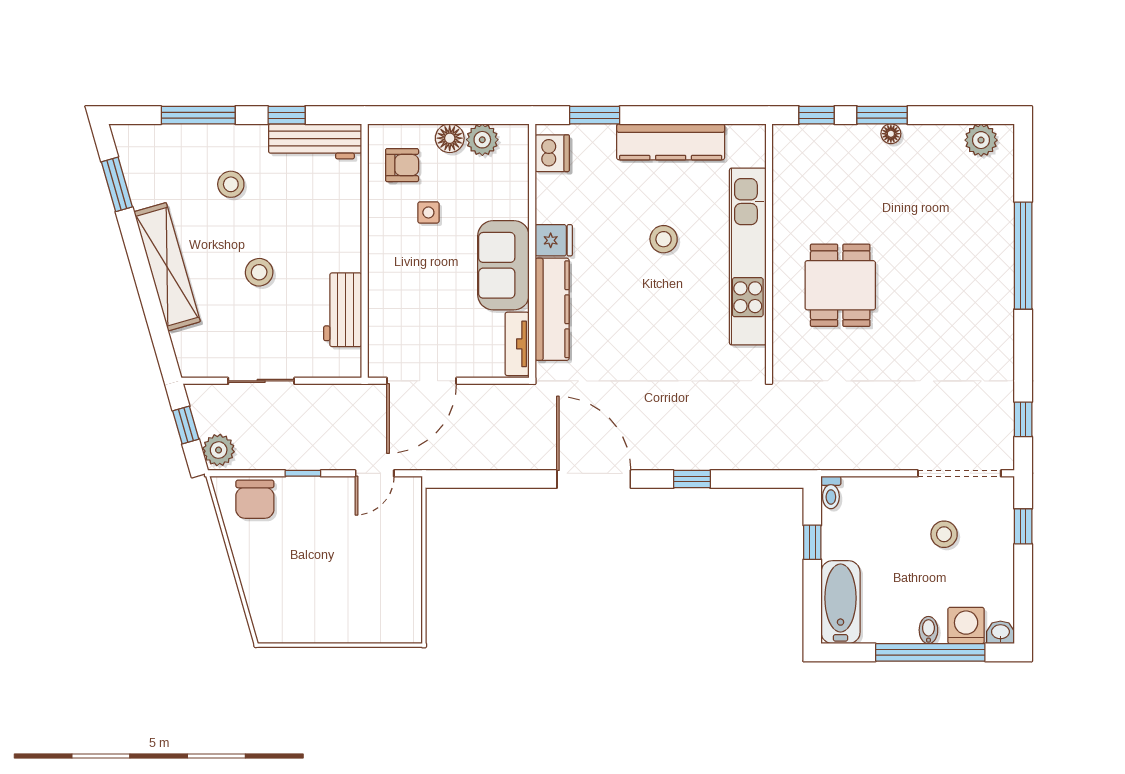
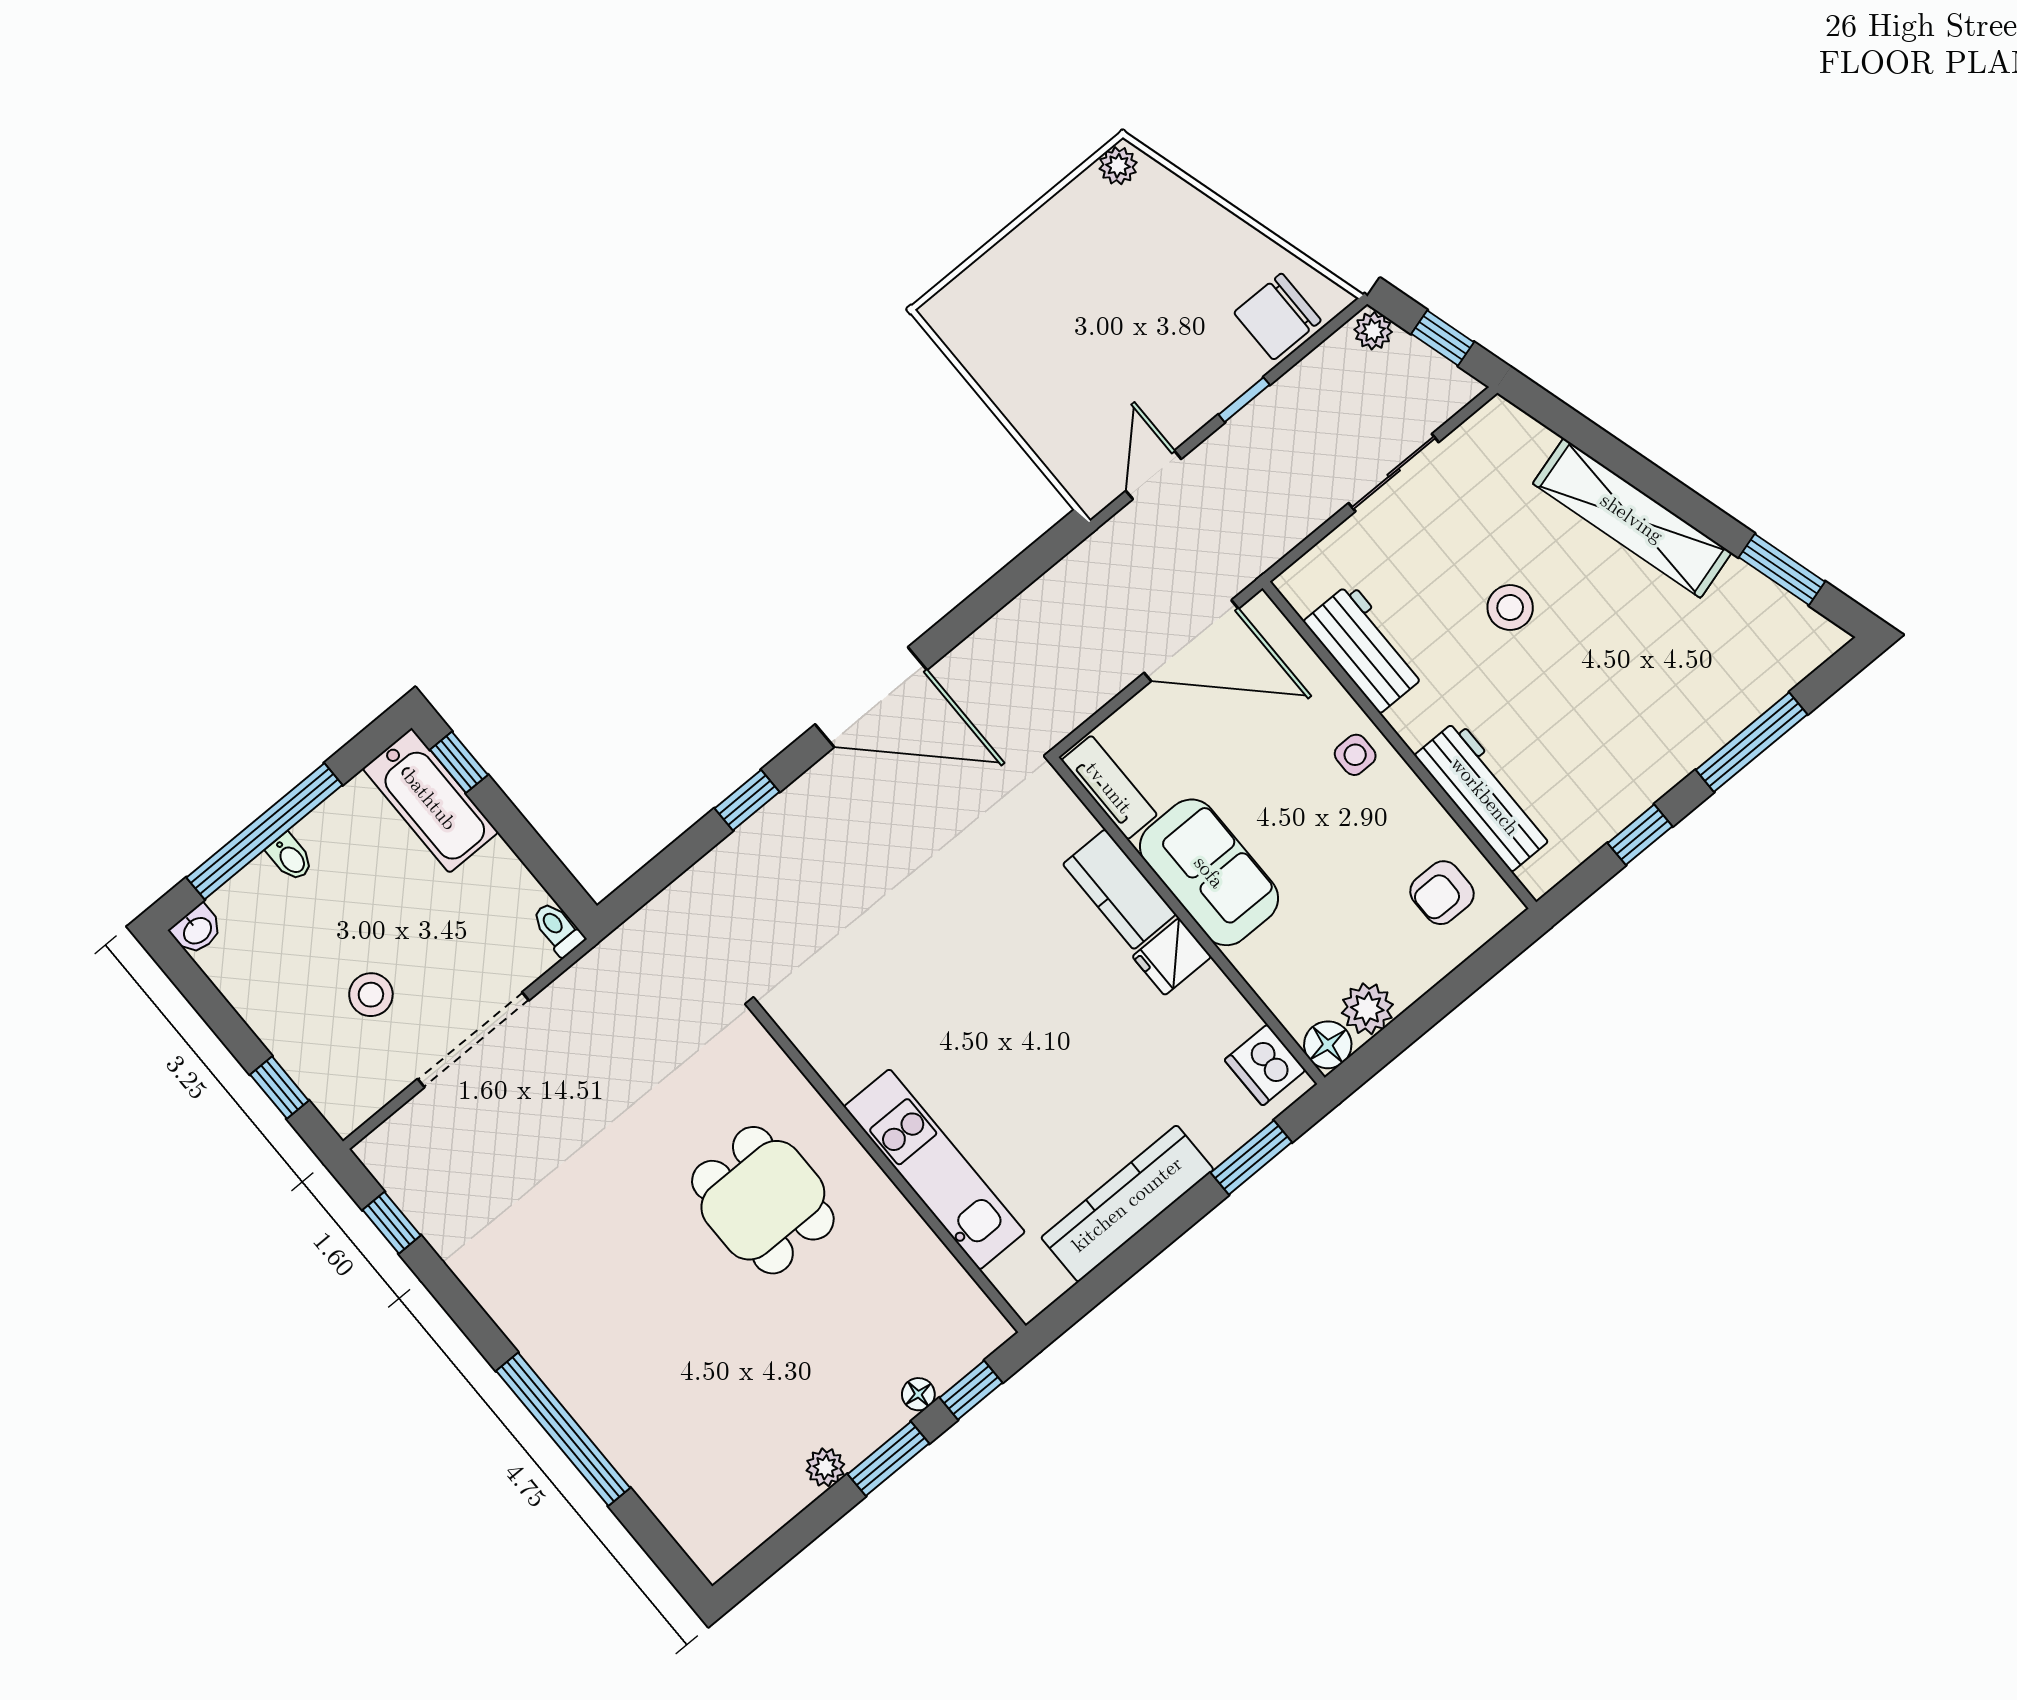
floor lamp: (891, 134) -> (918, 1394), moved
floor lamp: (450, 138) -> (1328, 1045), moved
plant: (981, 140) -> (825, 1467), moved, width x0.73, depth x0.73
workbench: (315, 141) -> (1485, 796), moved, turned 90
stool: (231, 184) -> (1638, 689), removed
side table: (428, 212) -> (1355, 755), moved
stool: (664, 239) -> (1034, 1073), removed
kitchen unit: (748, 256) -> (934, 1169), width x0.73
kitchen counter: (552, 309) -> (1119, 889), width x0.67
door: (422, 381) -> (1191, 641), swing flipped
plant: (219, 450) -> (1373, 331), width x0.73, depth x0.73
doorway: (959, 473) -> (473, 1040), moved
chair: (255, 499) -> (1278, 317), turned -90
window: (812, 542) -> (459, 762), moved
washing machine: (966, 626) -> (247, 902), removed
plant: (271, 632) -> (1118, 166), added

